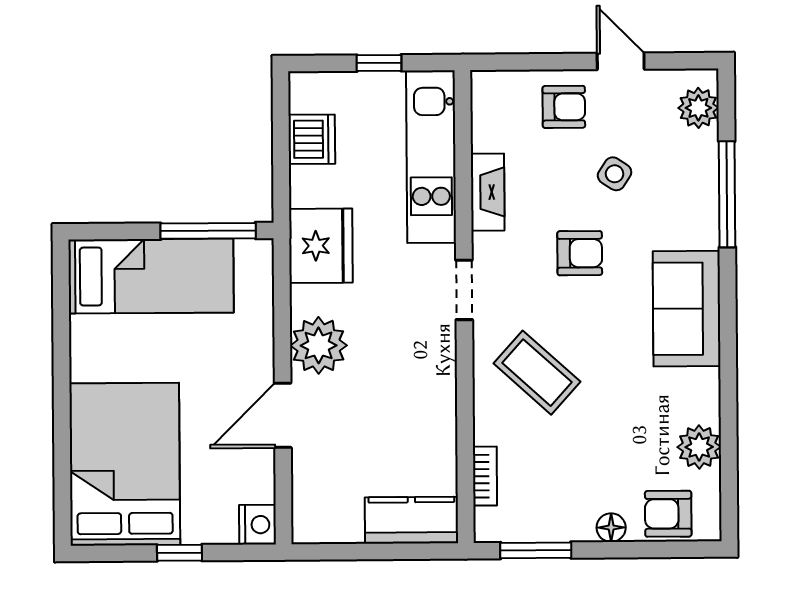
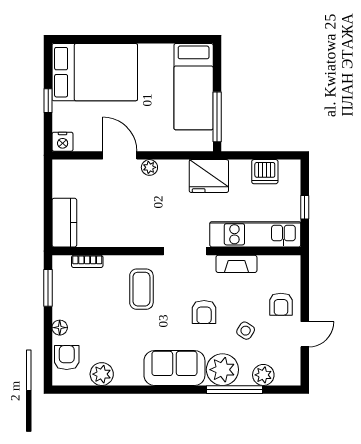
plant: (698, 108) -> (263, 375), moved
plant: (689, 217) -> (222, 370), added
doorway: (464, 290) -> (185, 251), width x1.38
plant: (319, 345) -> (149, 167), width x0.53, depth x0.53
coffee table: (537, 373) -> (141, 289), turned -42

